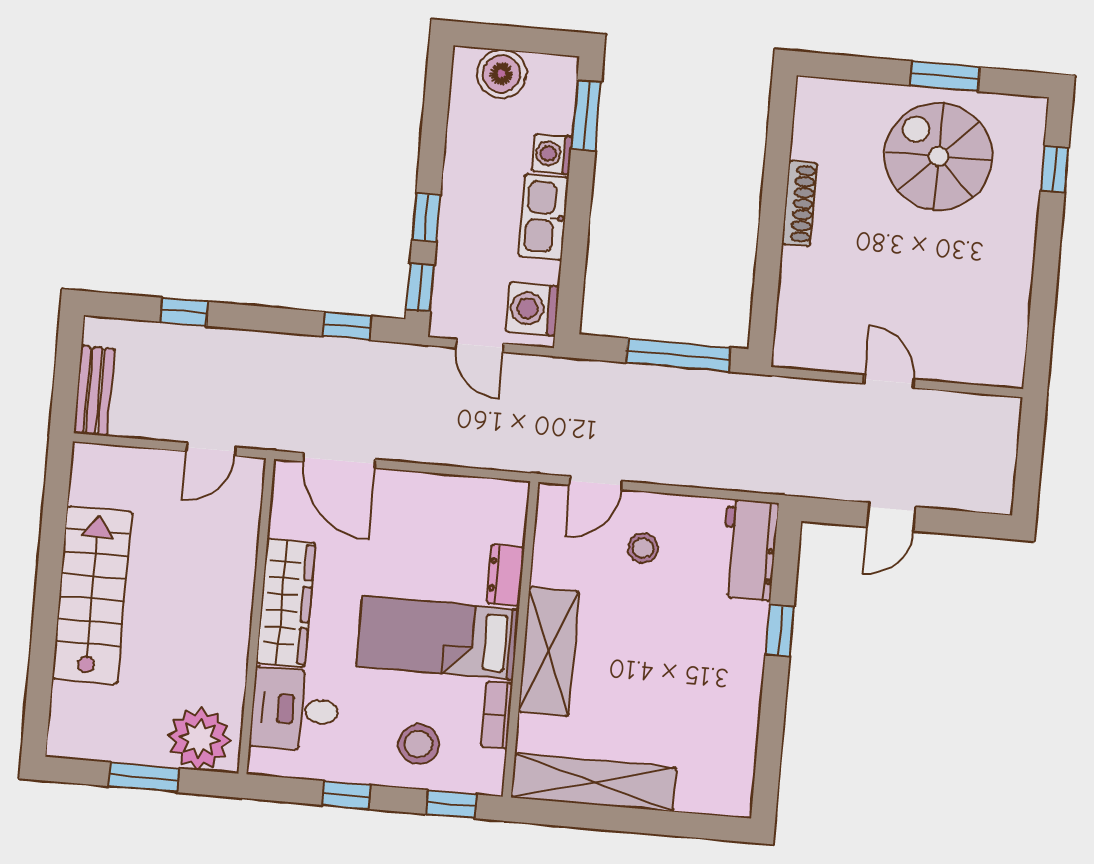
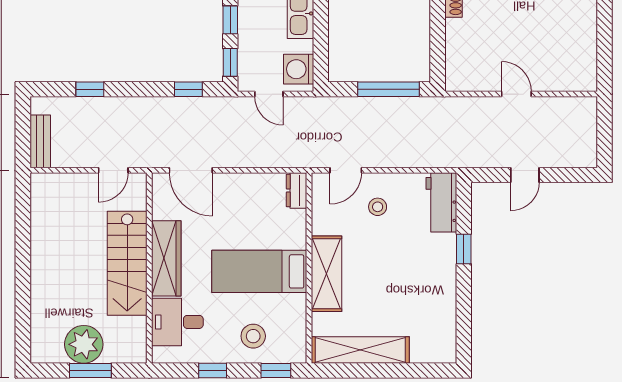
dresser: (505, 575) -> (296, 191), moved
stairs: (92, 595) -> (127, 263), moved, turned 180
bookcase: (497, 715) -> (299, 314), removed
plant: (199, 739) -> (84, 344), moved

